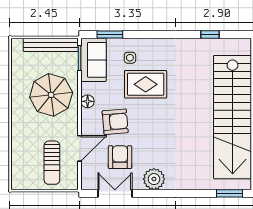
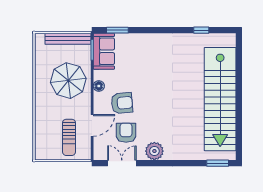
side table: (130, 58) -> (134, 49), removed
rug: (146, 84) -> (147, 72), removed

